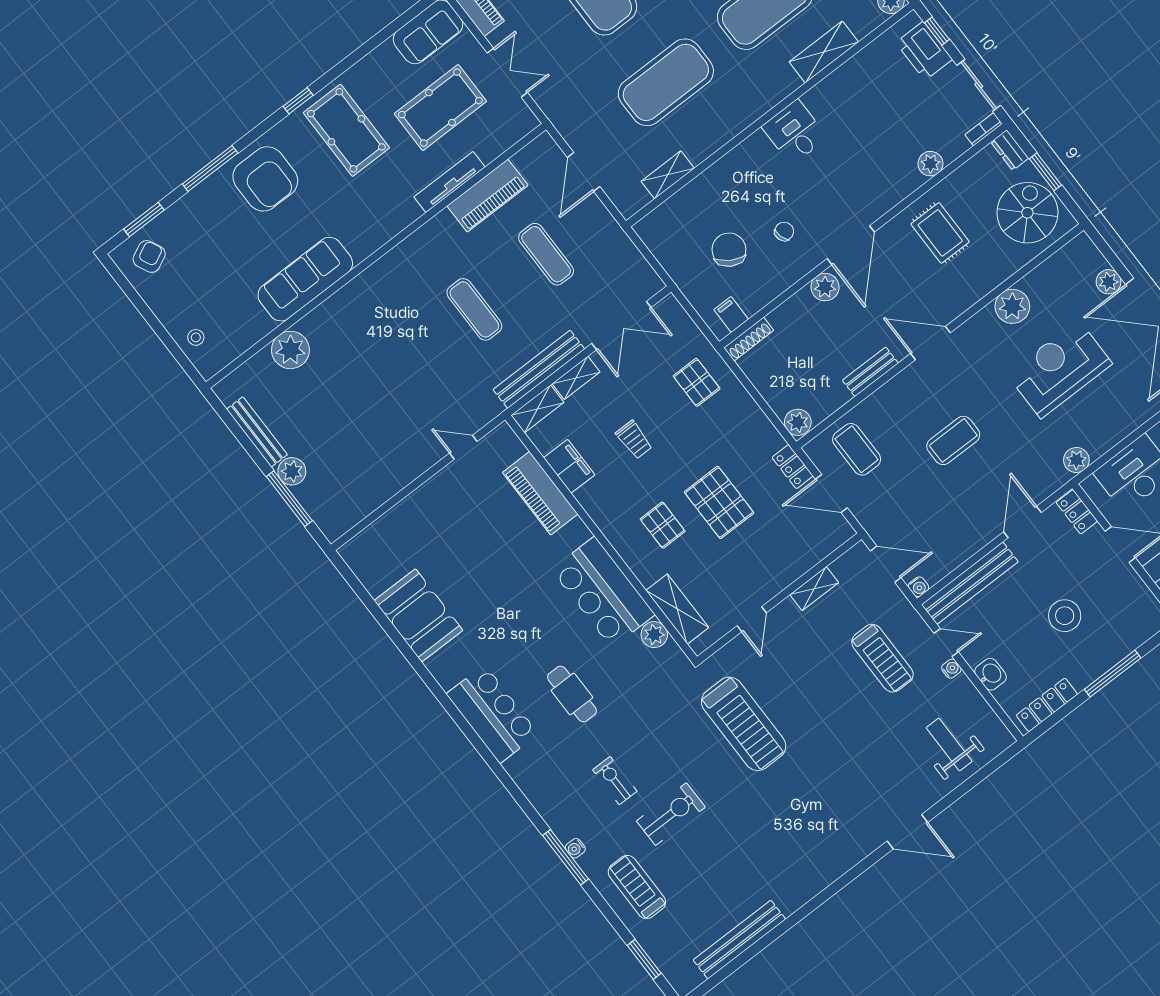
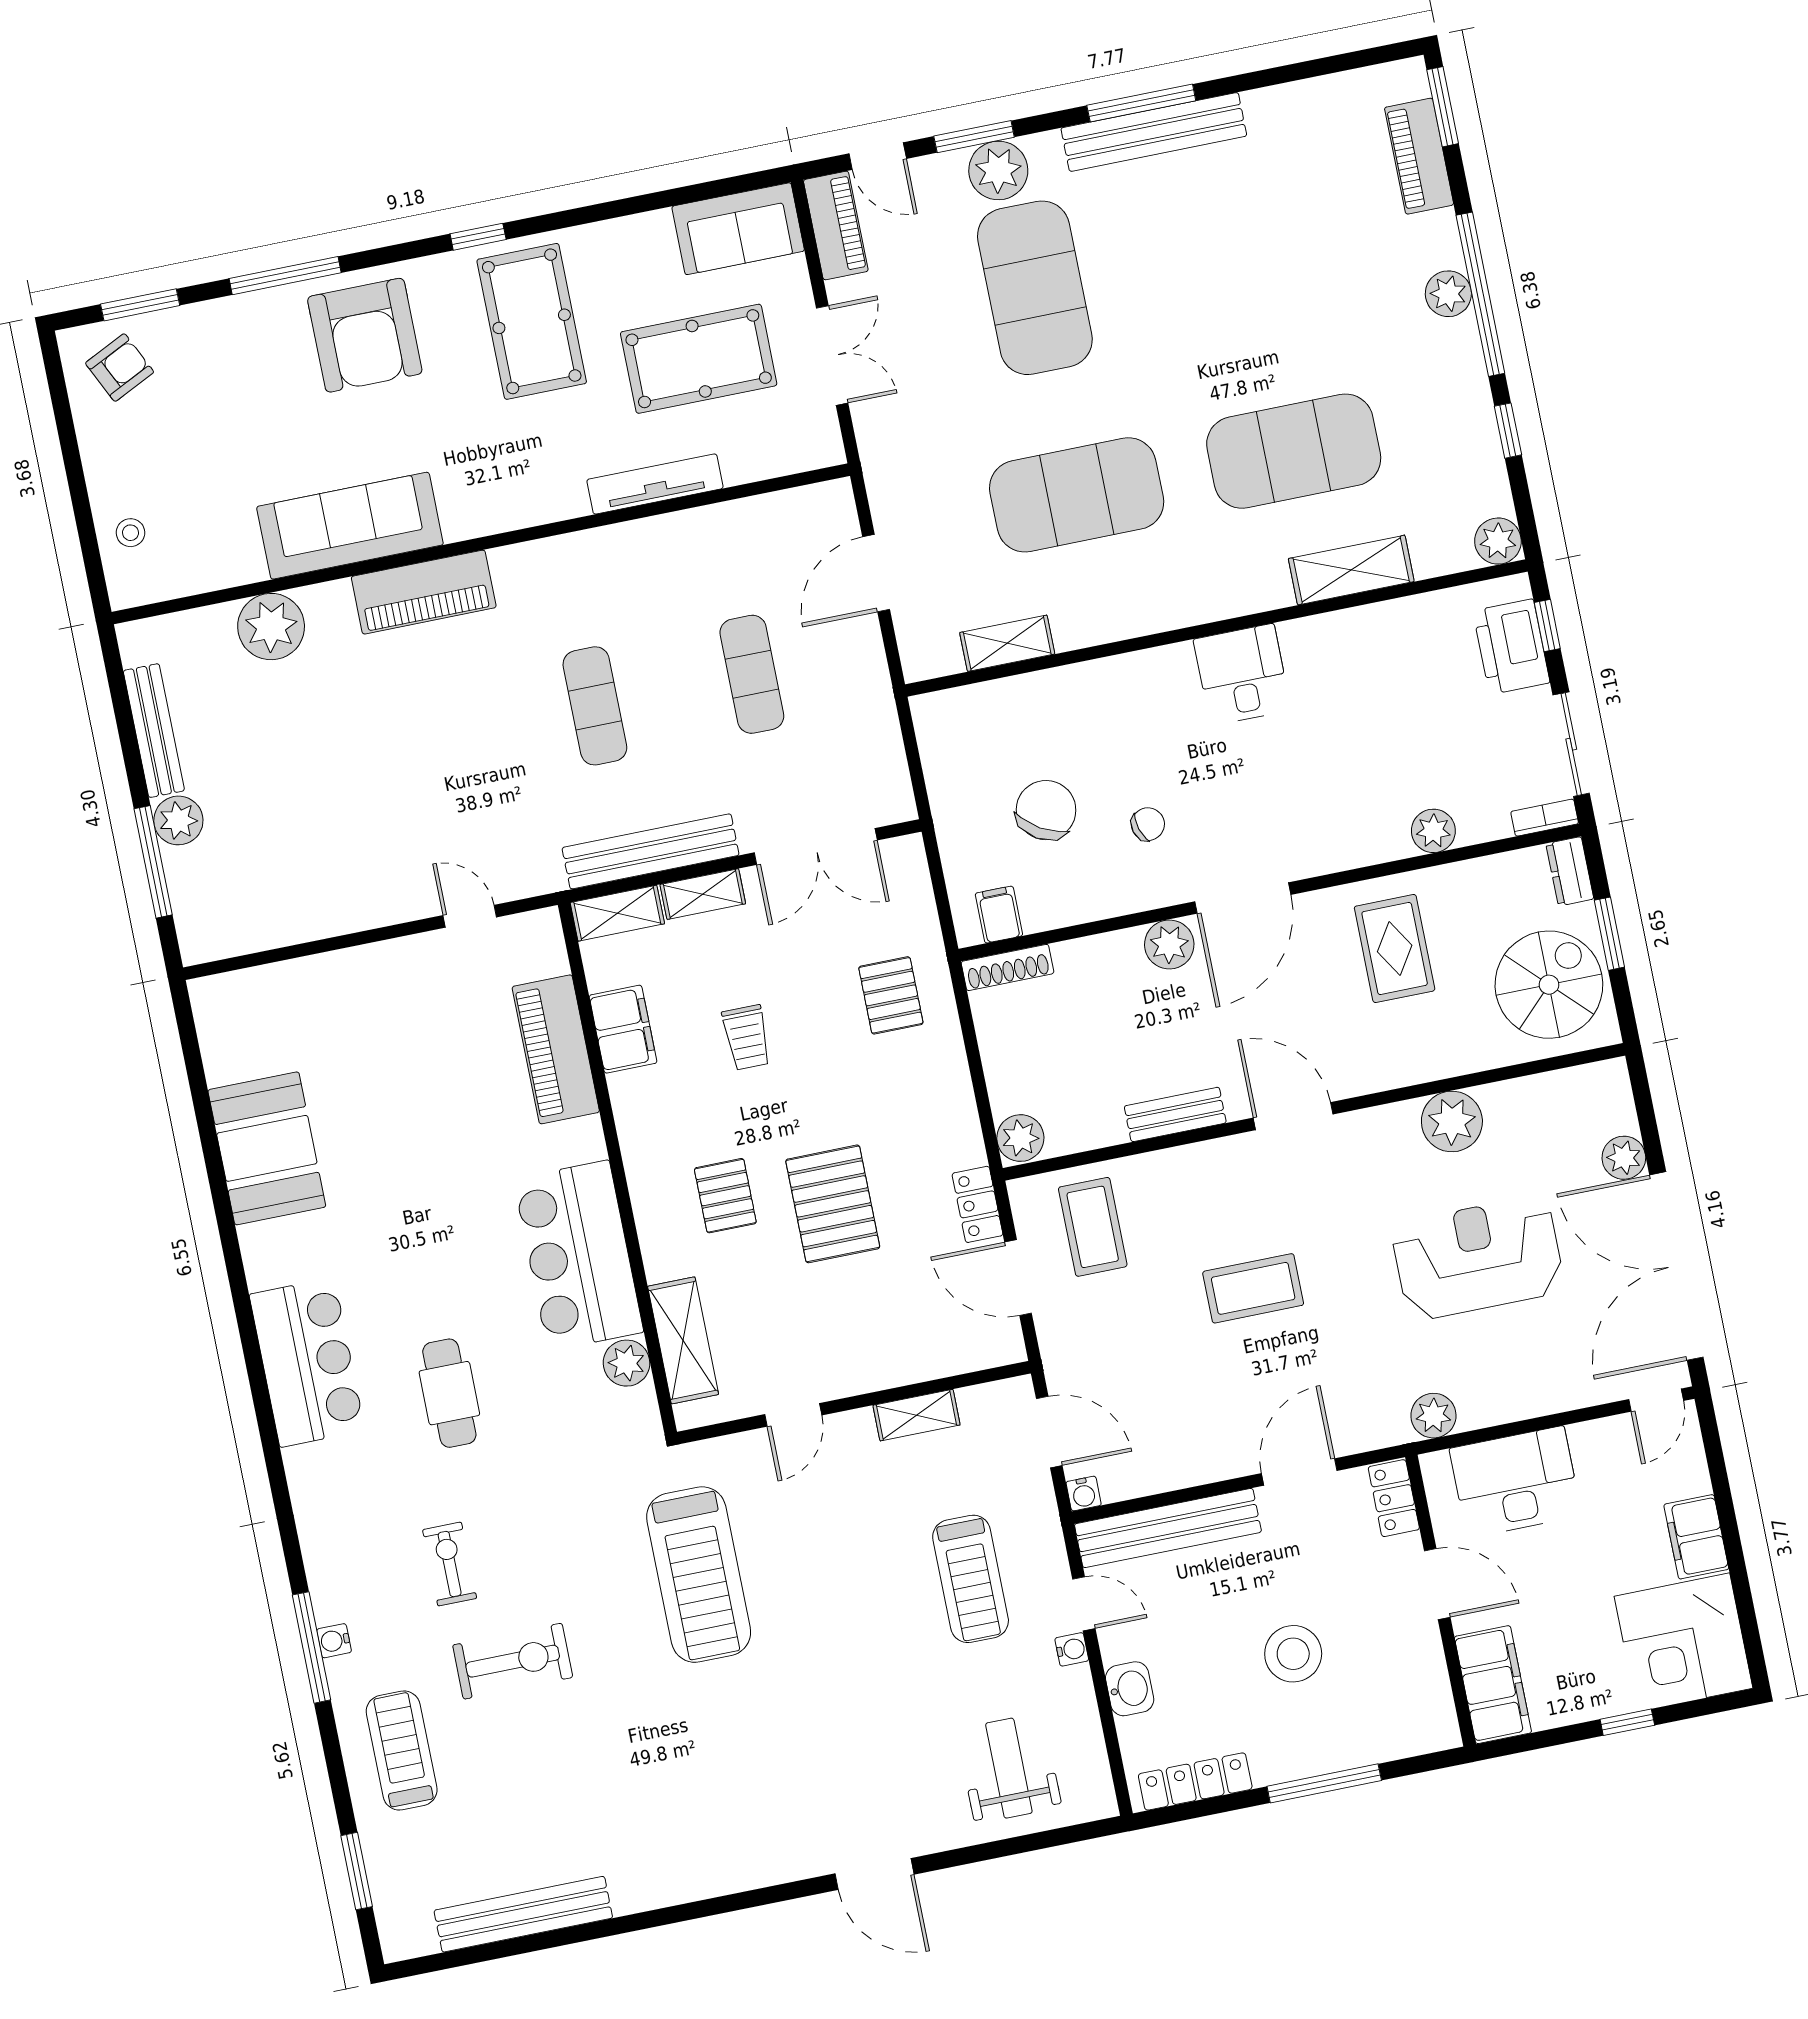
piano: (487, 196) -> (424, 592), moved

